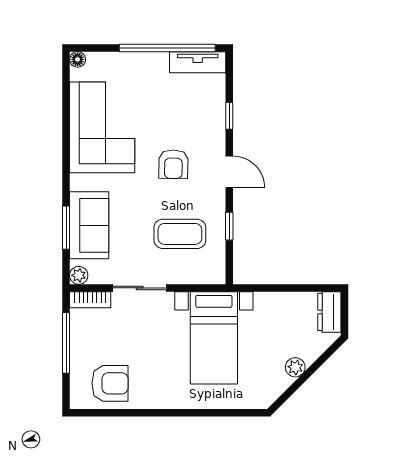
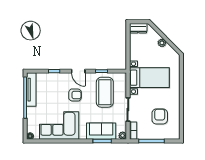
tv unit: (198, 62) -> (31, 90), width x1.41
door: (229, 172) -> (78, 71), swing flipped
coffee table: (180, 234) -> (105, 92), width x1.36, depth x1.32
armchair: (110, 383) -> (160, 116), moved

